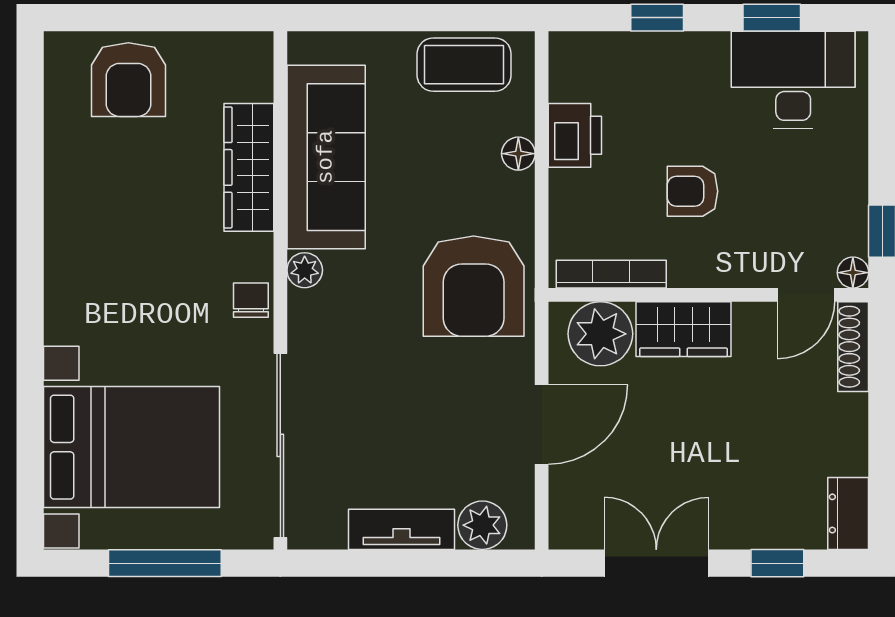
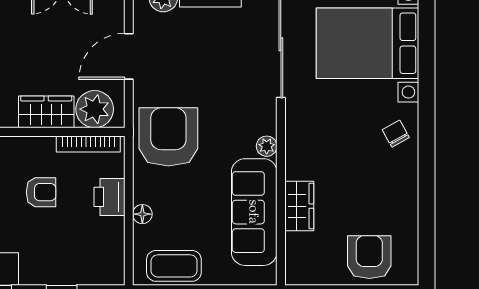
printer: (575, 135) -> (109, 197), moved
wardrobe: (249, 167) -> (299, 206), width x0.67
chair: (251, 300) -> (396, 134), moved, turned 151

